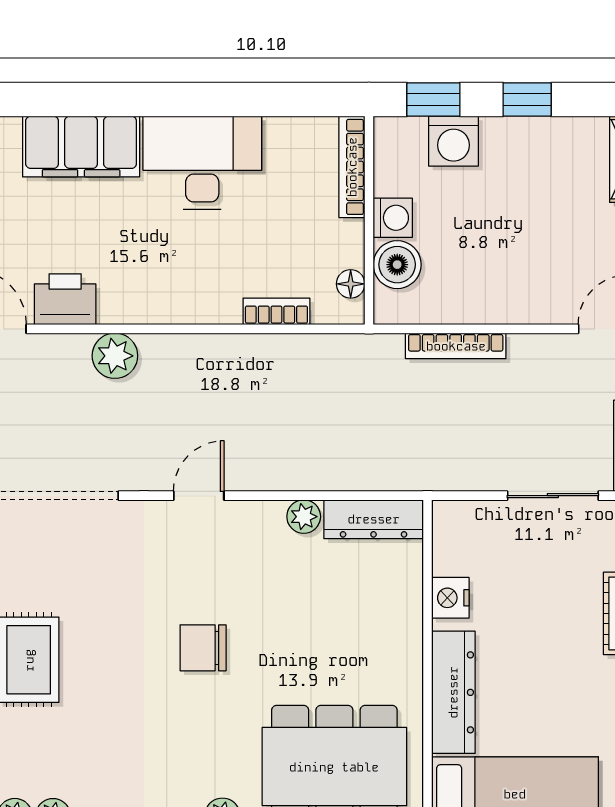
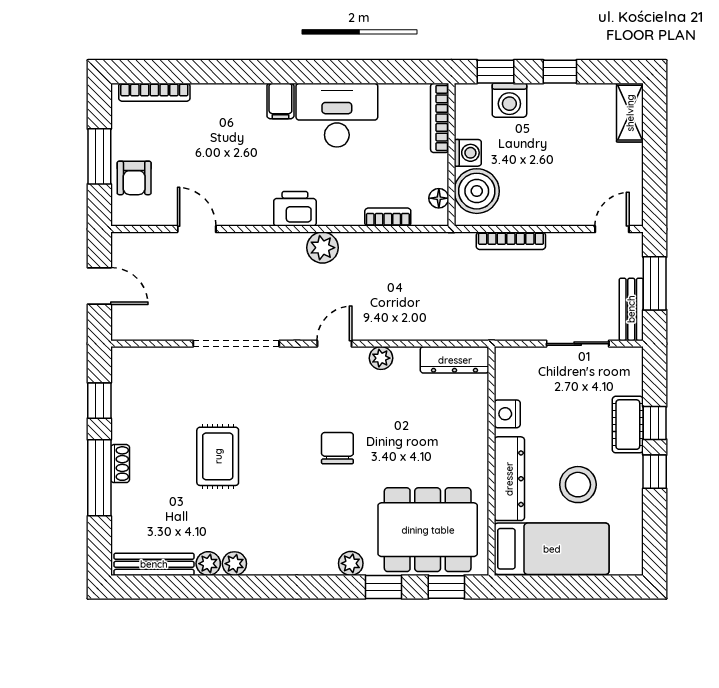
filing cabinet: (81, 147) -> (280, 101), width x0.33, depth x0.86
boiler: (397, 265) -> (477, 191), width x1.37, depth x1.37
printer: (65, 299) -> (295, 209), moved
plant: (115, 356) -> (322, 248), moved
plant: (304, 517) -> (381, 358), moved
chair: (203, 648) -> (337, 448), turned 90
stool: (553, 701) -> (578, 485), added

